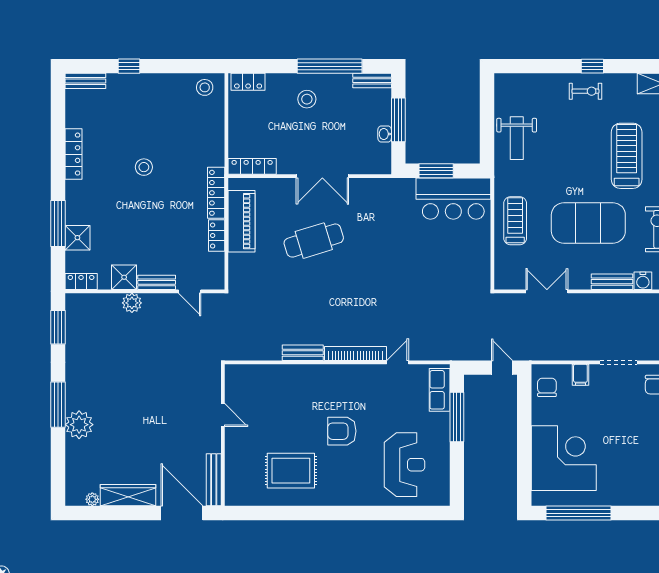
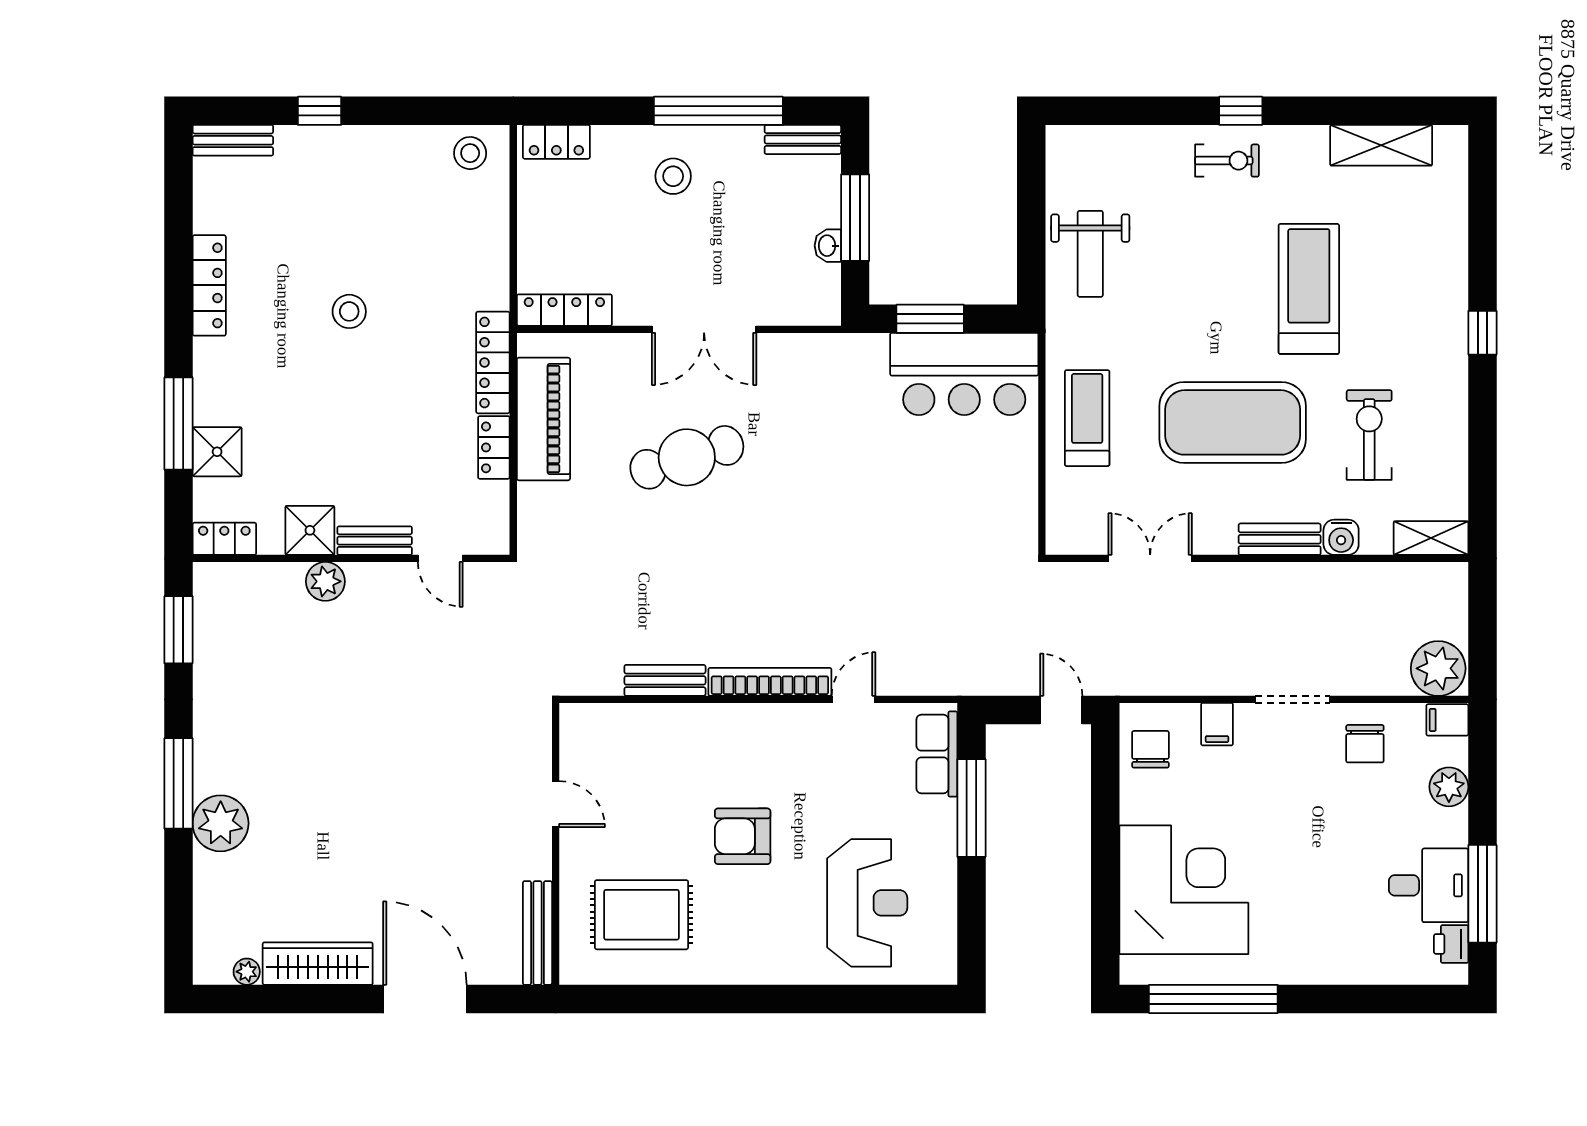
door: (223, 415) -> (556, 804), moved
wall: (223, 435) -> (556, 844), moved
bench: (214, 480) -> (537, 933), moved

